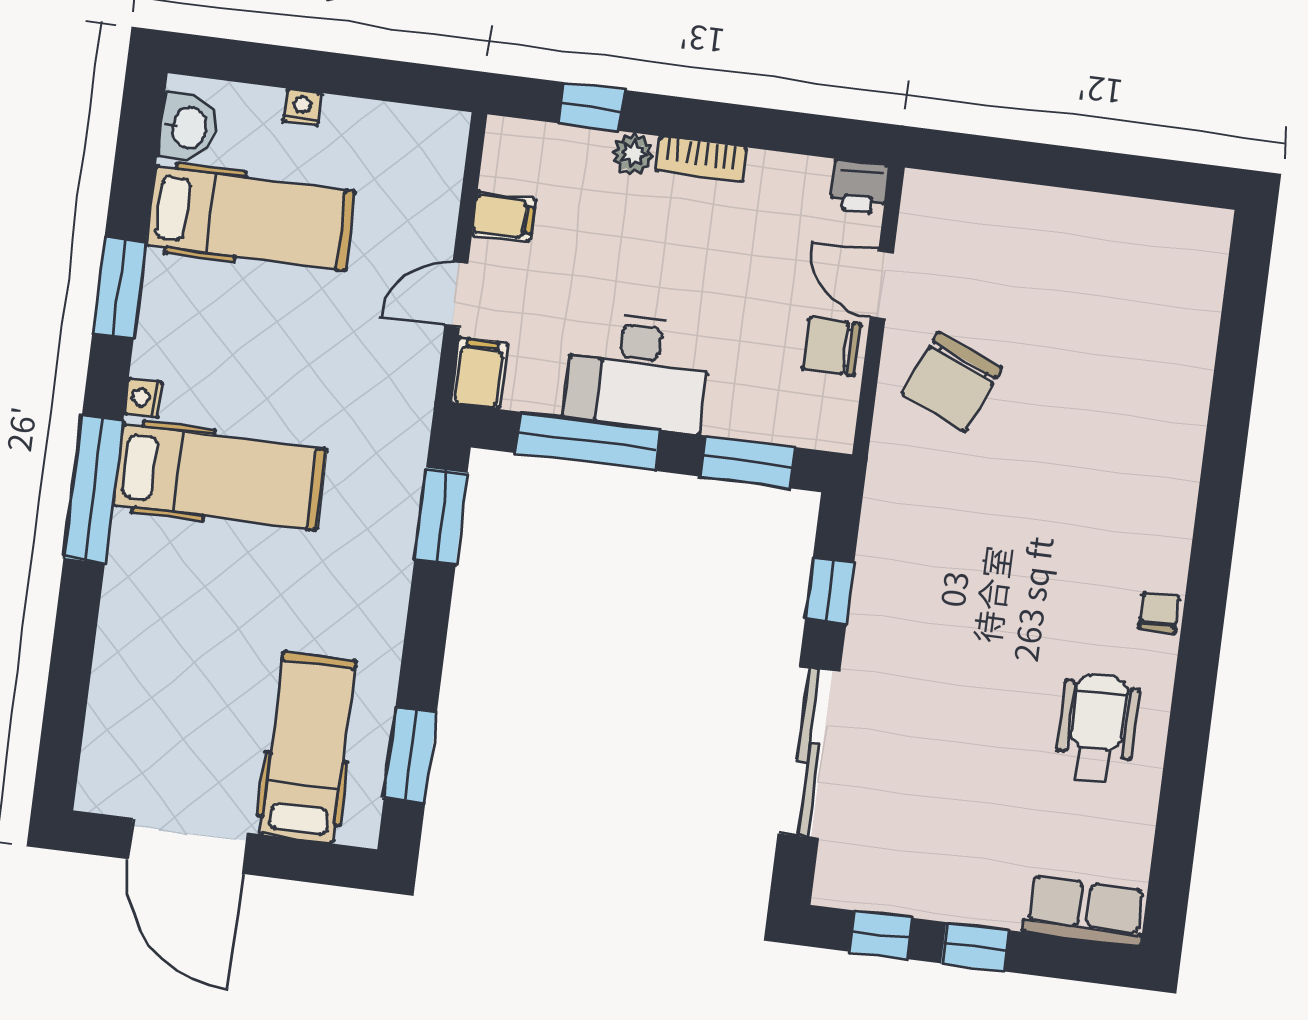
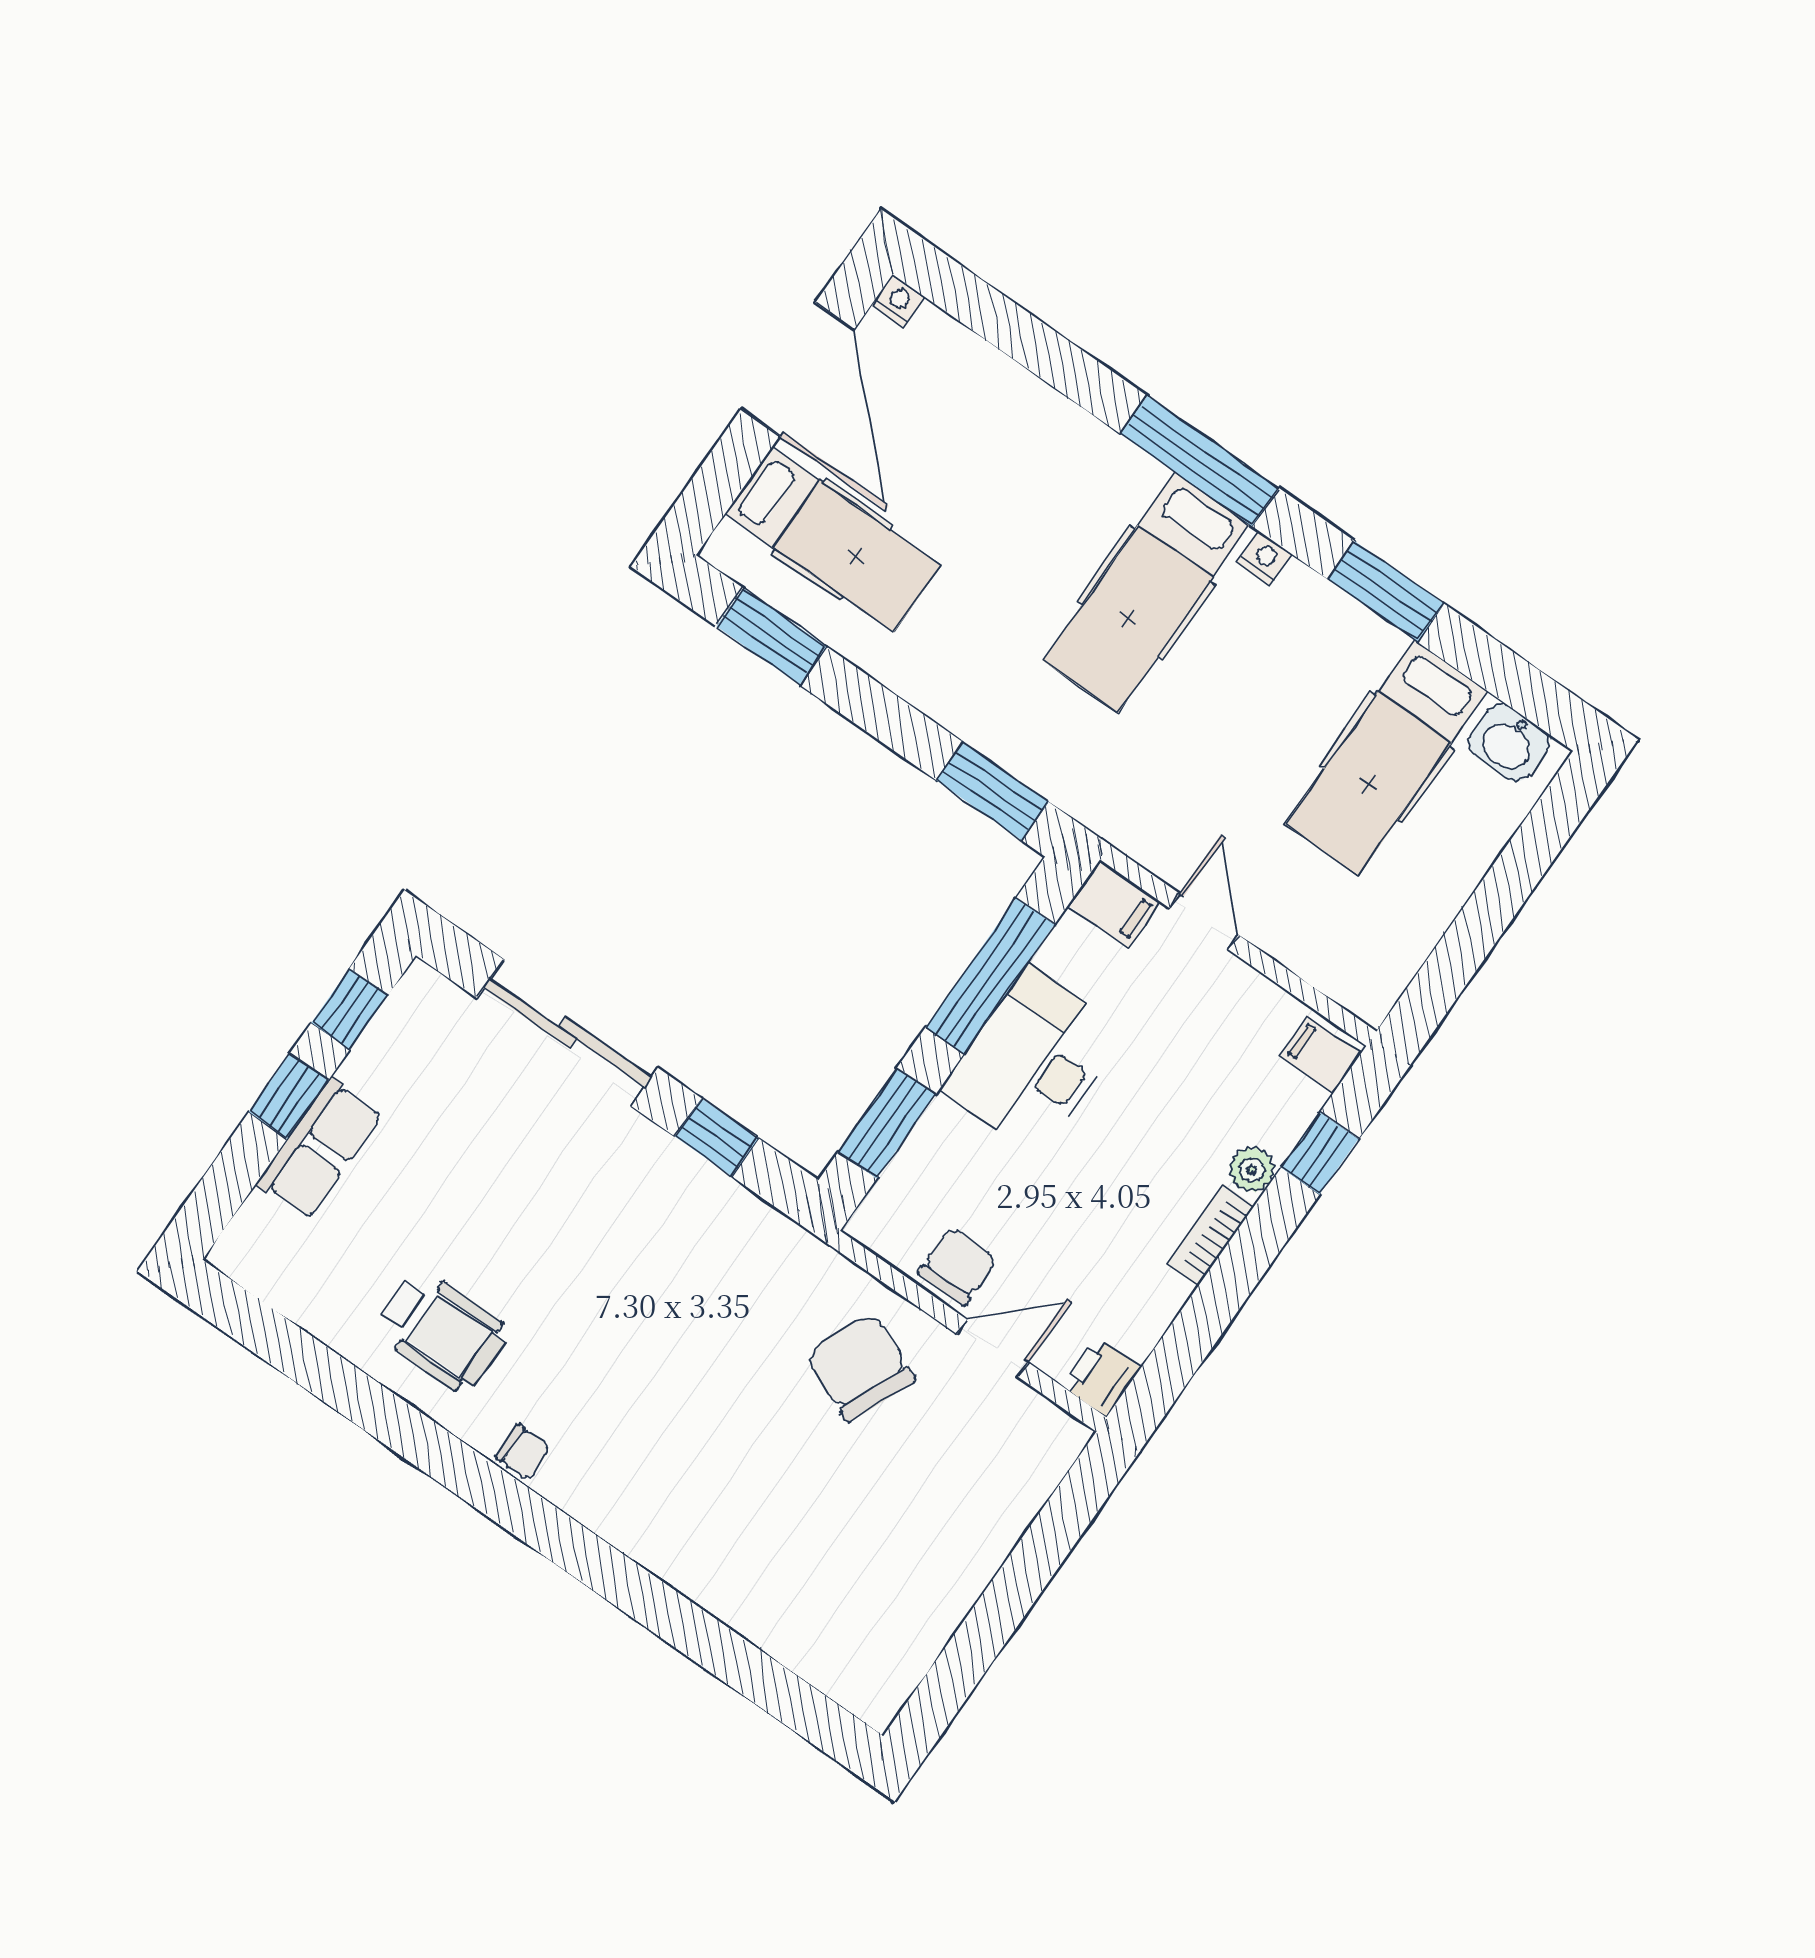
nightstand: (302, 107) -> (898, 301), moved, turned -90
filing cabinet: (504, 217) -> (1320, 1055), moved, turned 90
door: (188, 846) -> (798, 369), swing flipped
row of seats: (1084, 911) -> (319, 1148), moved

